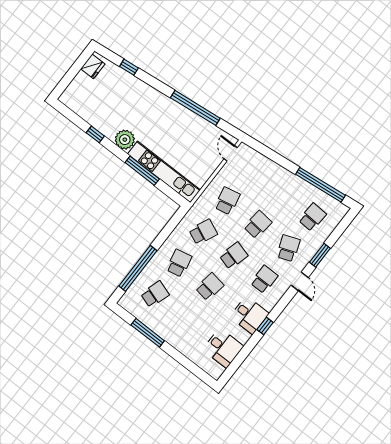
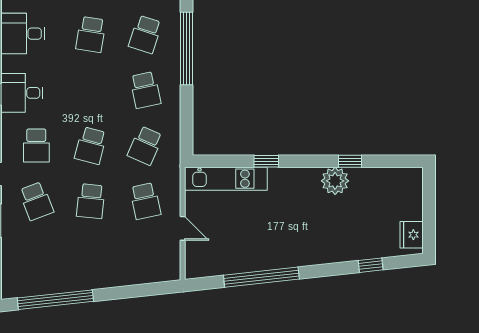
plant: (125, 140) -> (335, 181), moved
door: (231, 153) -> (183, 228), moved
window: (142, 171) -> (266, 161), width x0.46
kitchen unit: (164, 172) -> (226, 179), width x0.73
school desk: (312, 217) -> (36, 257), removed
school desk: (210, 287) -> (91, 34), moved

